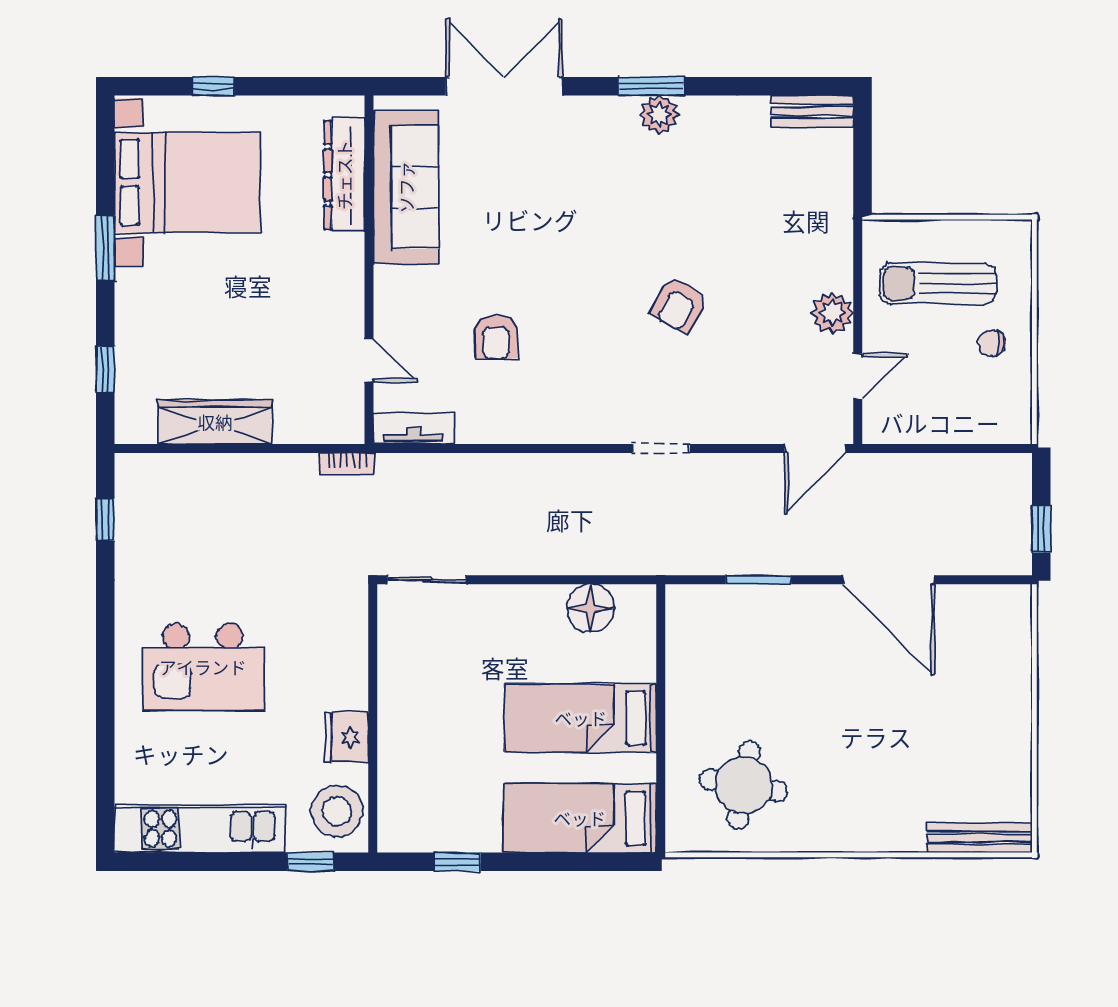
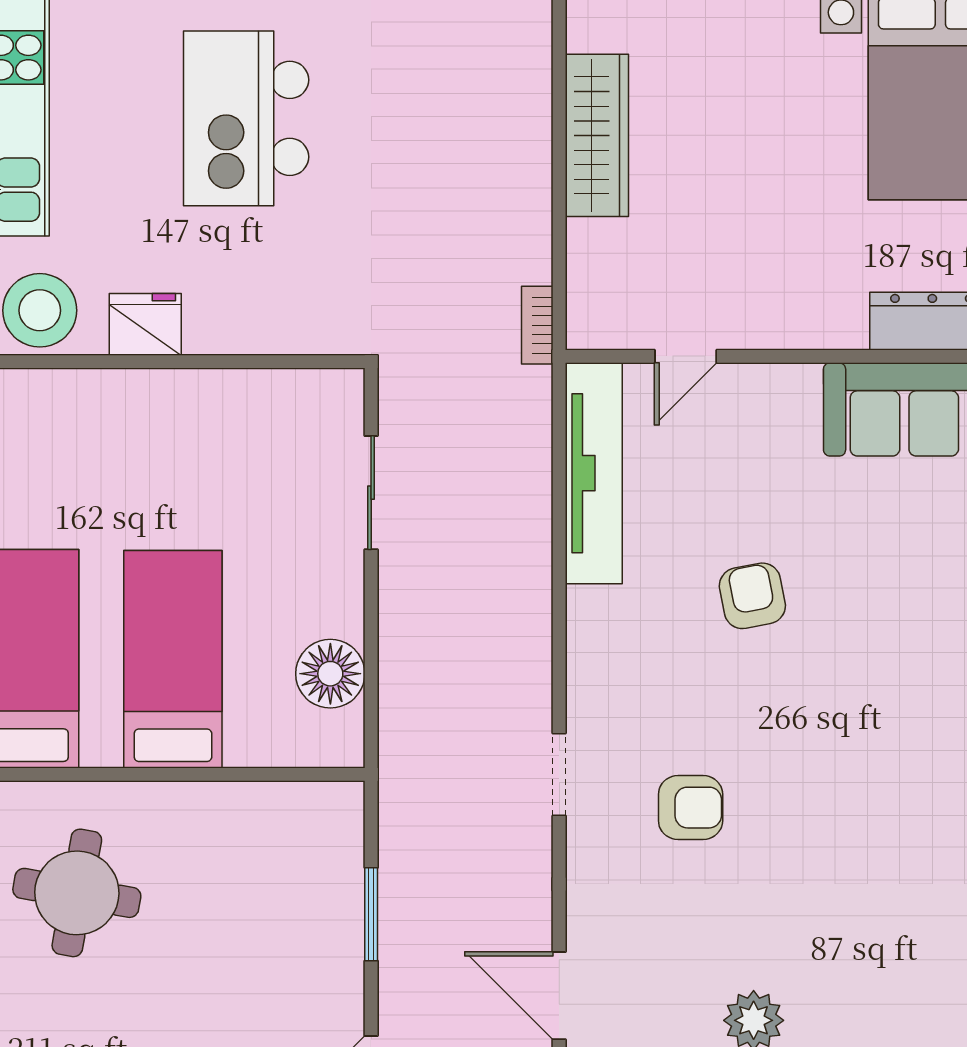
armchair: (679, 305) -> (691, 808), moved, turned 151
armchair: (496, 337) -> (752, 596), moved, turned 79
tv unit: (414, 429) -> (594, 473), width x1.92, depth x1.29
sliding door: (427, 580) -> (371, 493), moved

